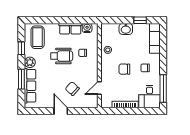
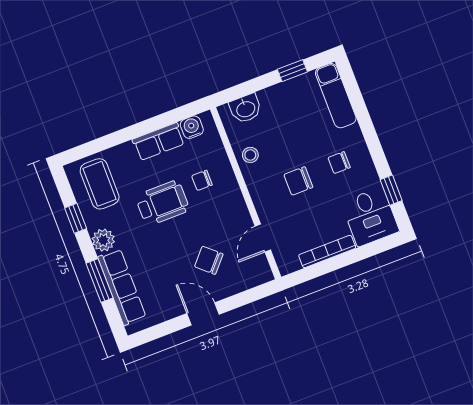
washbasin: (126, 29) -> (246, 109), moved
window: (163, 89) -> (391, 190), width x0.46

